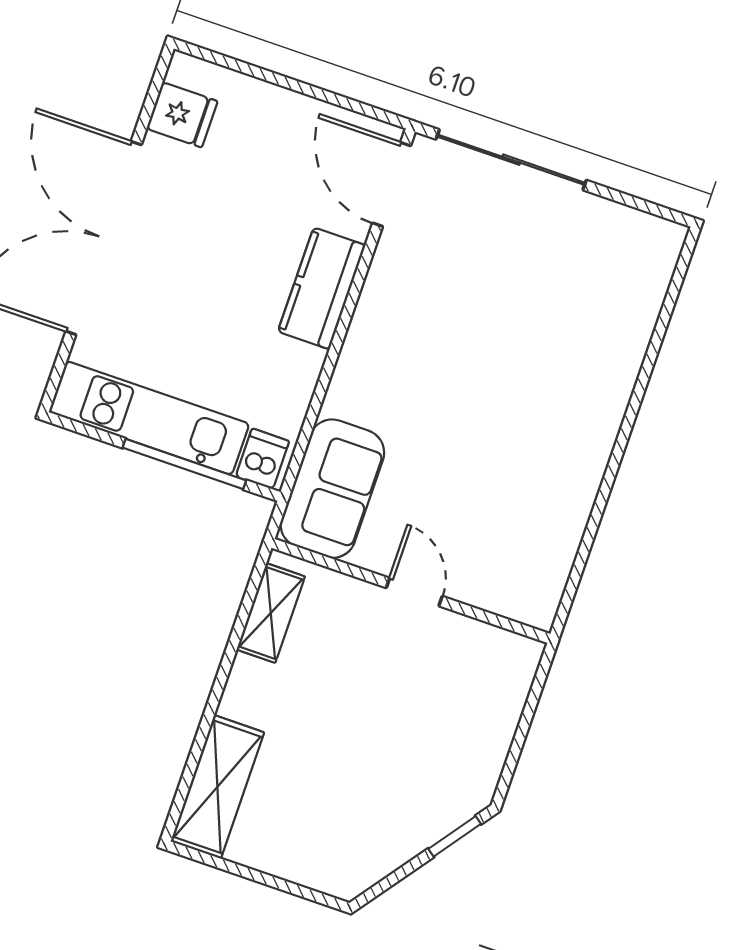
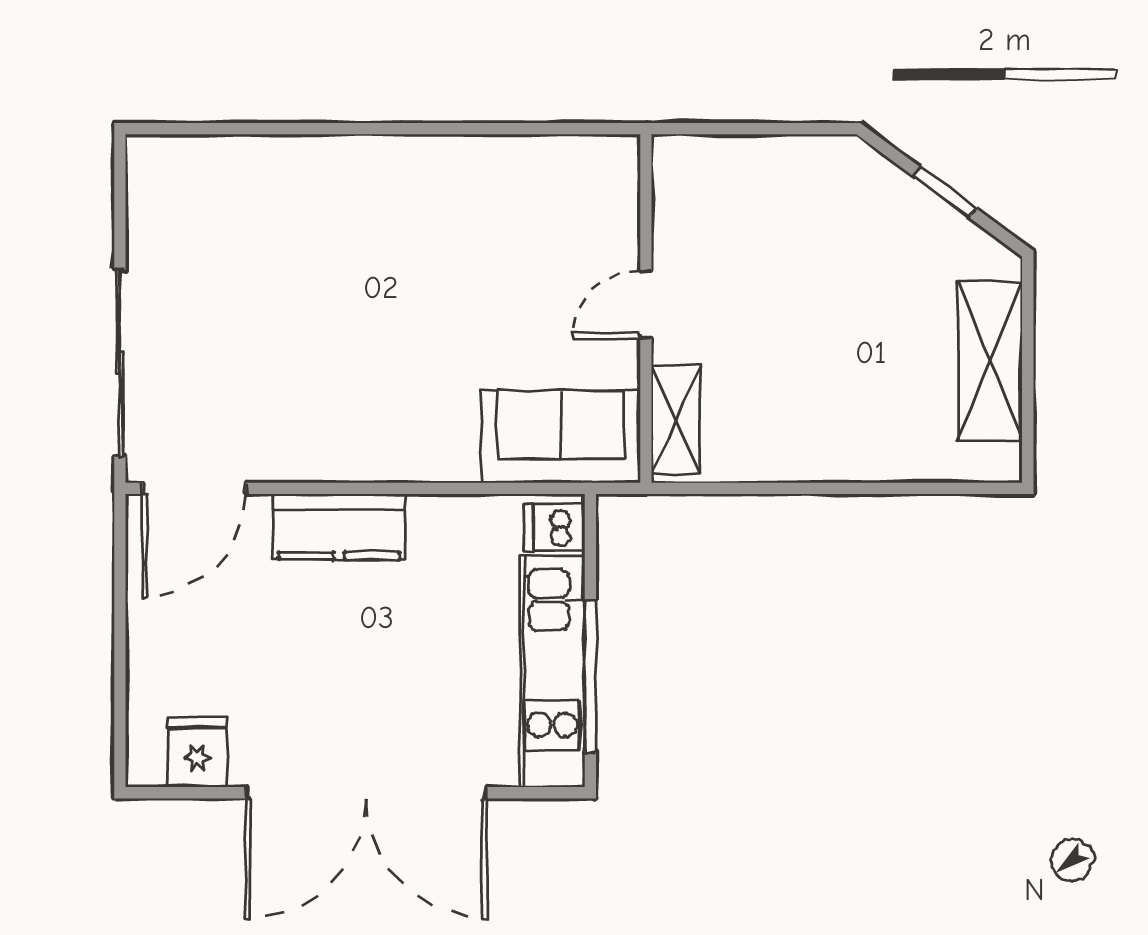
window: (184, 464) -> (590, 676), moved
shelving: (271, 613) -> (676, 420), moved, turned 90
shelving: (217, 787) -> (990, 361), moved, turned 90
window: (455, 836) -> (945, 192), moved

